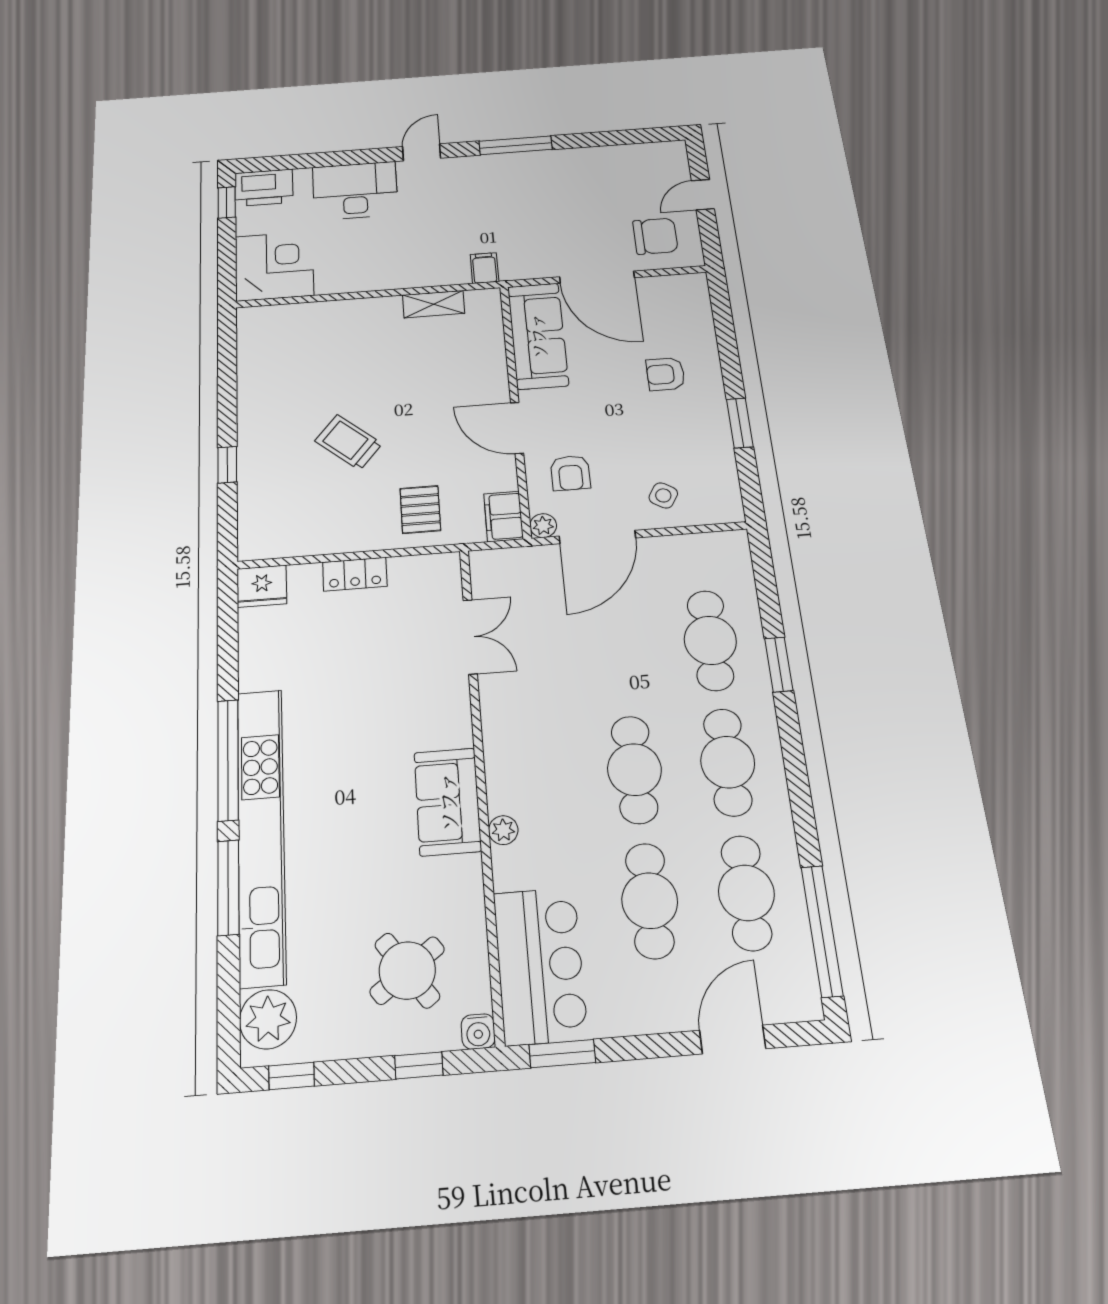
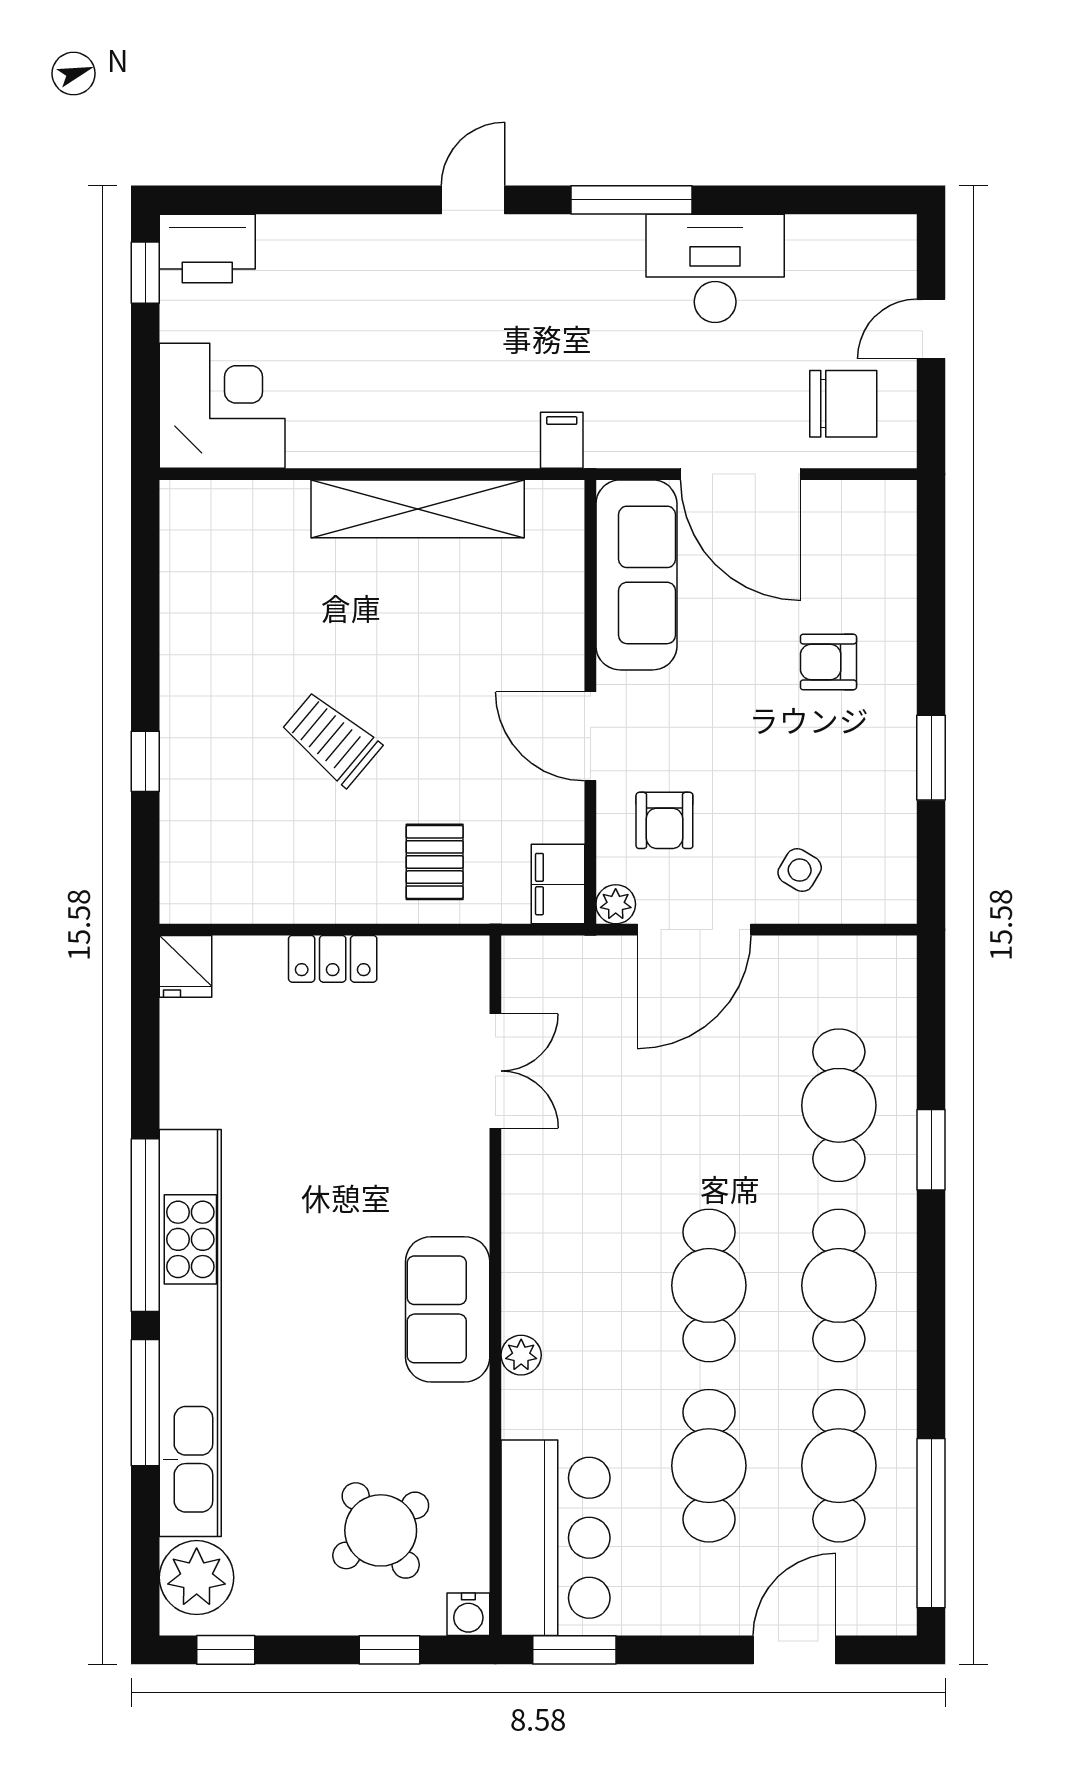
desk: (355, 191) -> (715, 268), moved
shelving: (434, 304) -> (418, 509), width x2.20, depth x1.33
fridge: (262, 586) -> (186, 966), width x0.72

